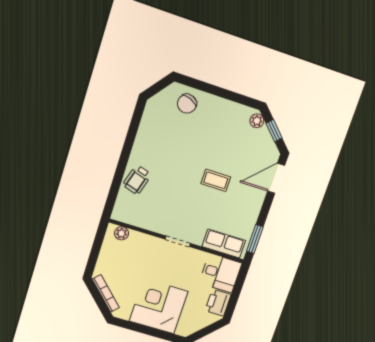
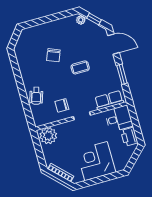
chair: (187, 104) -> (53, 55), moved
door: (276, 178) -> (113, 44), swing flipped
chair: (161, 212) -> (62, 105), added
plant: (121, 233) -> (48, 136), width x1.88, depth x1.88
window: (255, 239) -> (122, 74), moved

